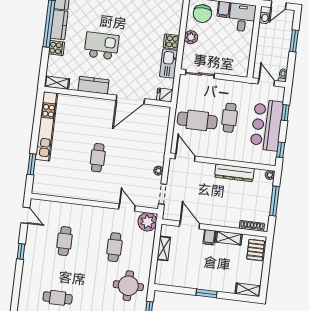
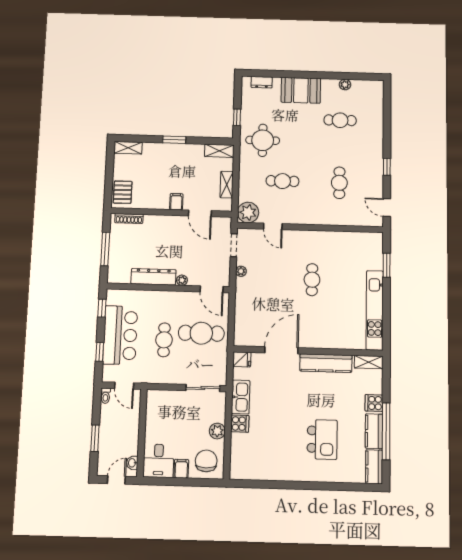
kitchen island: (102, 46) -> (322, 439), moved, turned -90
kitchen counter: (93, 85) -> (326, 363), width x1.50
plant: (270, 175) -> (182, 280), moved
shelving: (229, 238) -> (219, 151), moved
cafe table: (114, 247) -> (282, 181), turned 90

